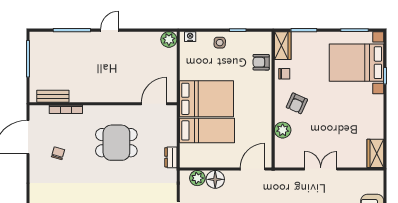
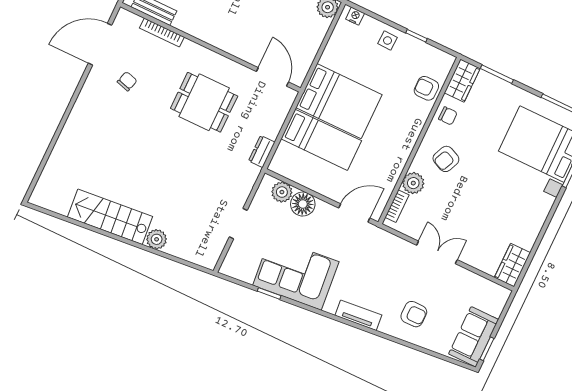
door: (154, 104) -> (272, 77), hinge flipped
bookcase: (279, 151) -> (397, 206), added

